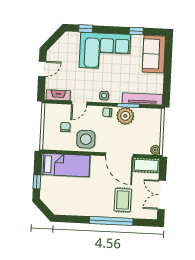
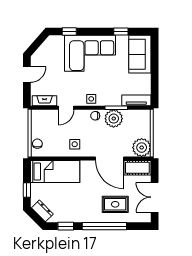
tv unit: (142, 99) -> (136, 100), width x0.71
chair: (65, 127) -> (37, 144), moved
side table: (86, 139) -> (75, 144), width x0.54, depth x0.54
plant: (155, 150) -> (142, 148), width x1.87, depth x1.87
rug: (123, 200) -> (115, 204), turned 90
dresser: (51, 203) -> (42, 211), added
window: (73, 219) -> (66, 226), added

